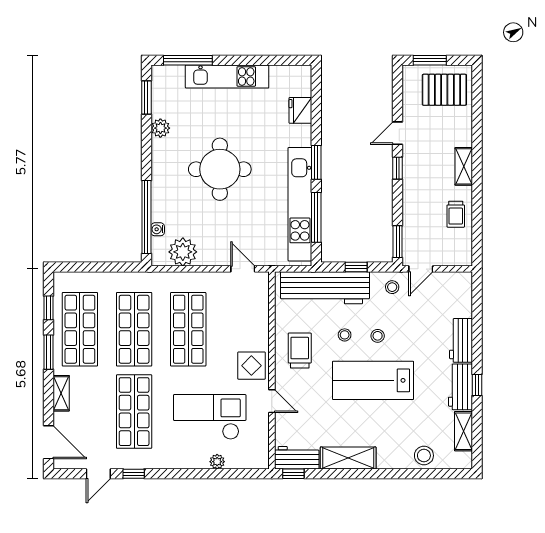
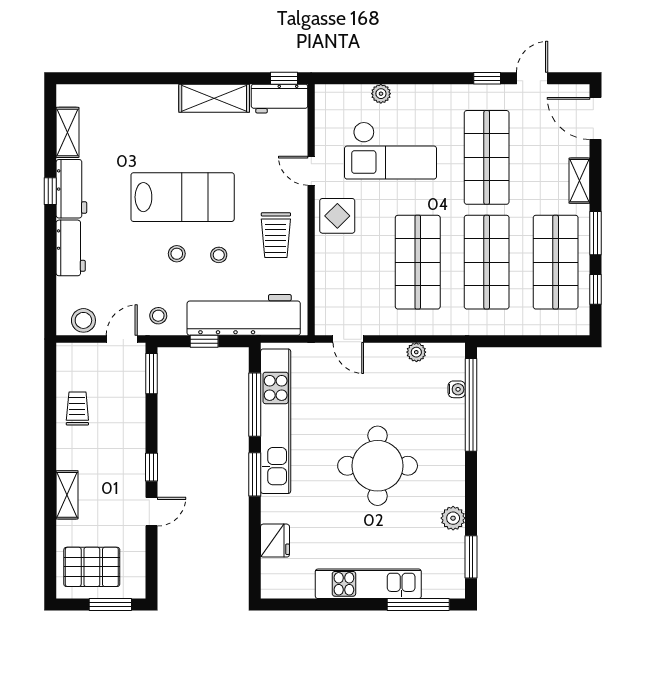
shelving: (464, 166) -> (67, 495), moved
plant: (183, 252) -> (416, 352), width x0.53, depth x0.53
stool: (424, 456) -> (83, 320), moved

